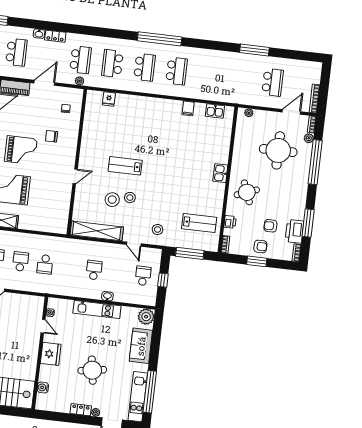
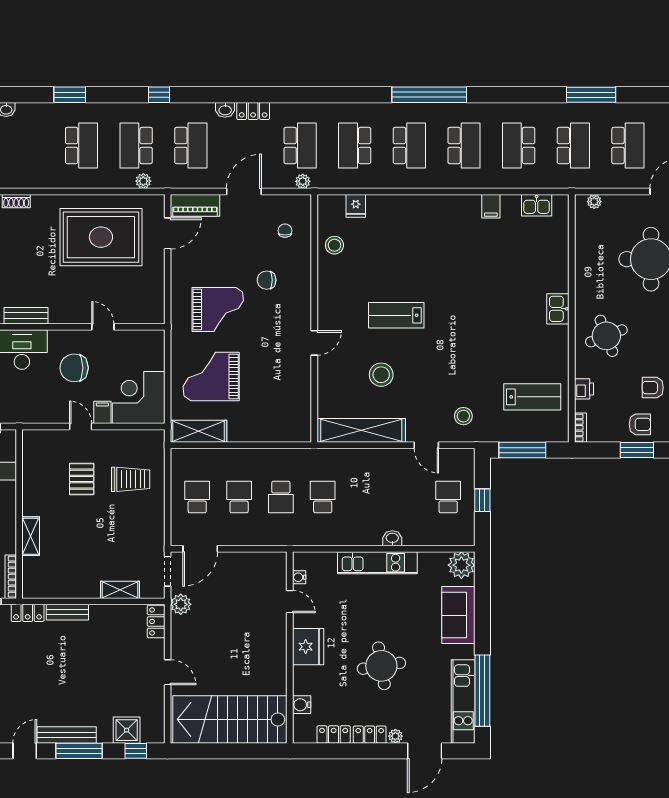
school desk: (208, 75) -> (519, 145), added
school desk: (241, 79) -> (573, 145), added
stool: (130, 198) -> (334, 245), moved
school desk: (94, 270) -> (323, 497), moved
locker: (60, 407) -> (334, 734), added

